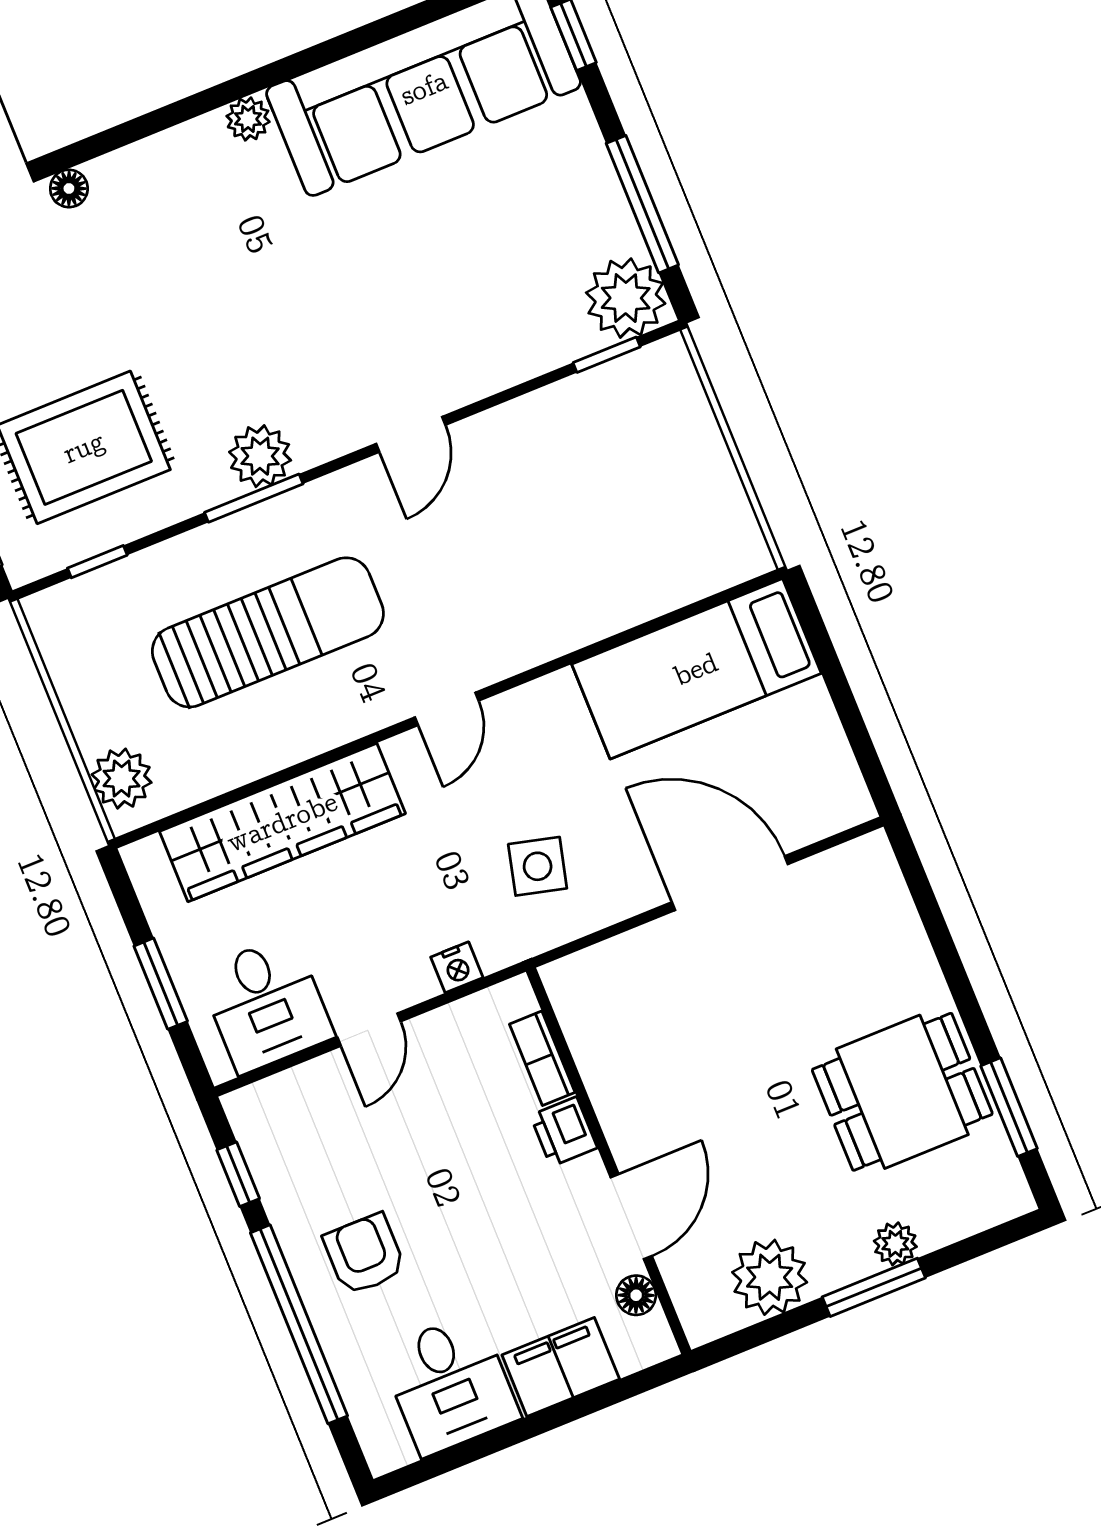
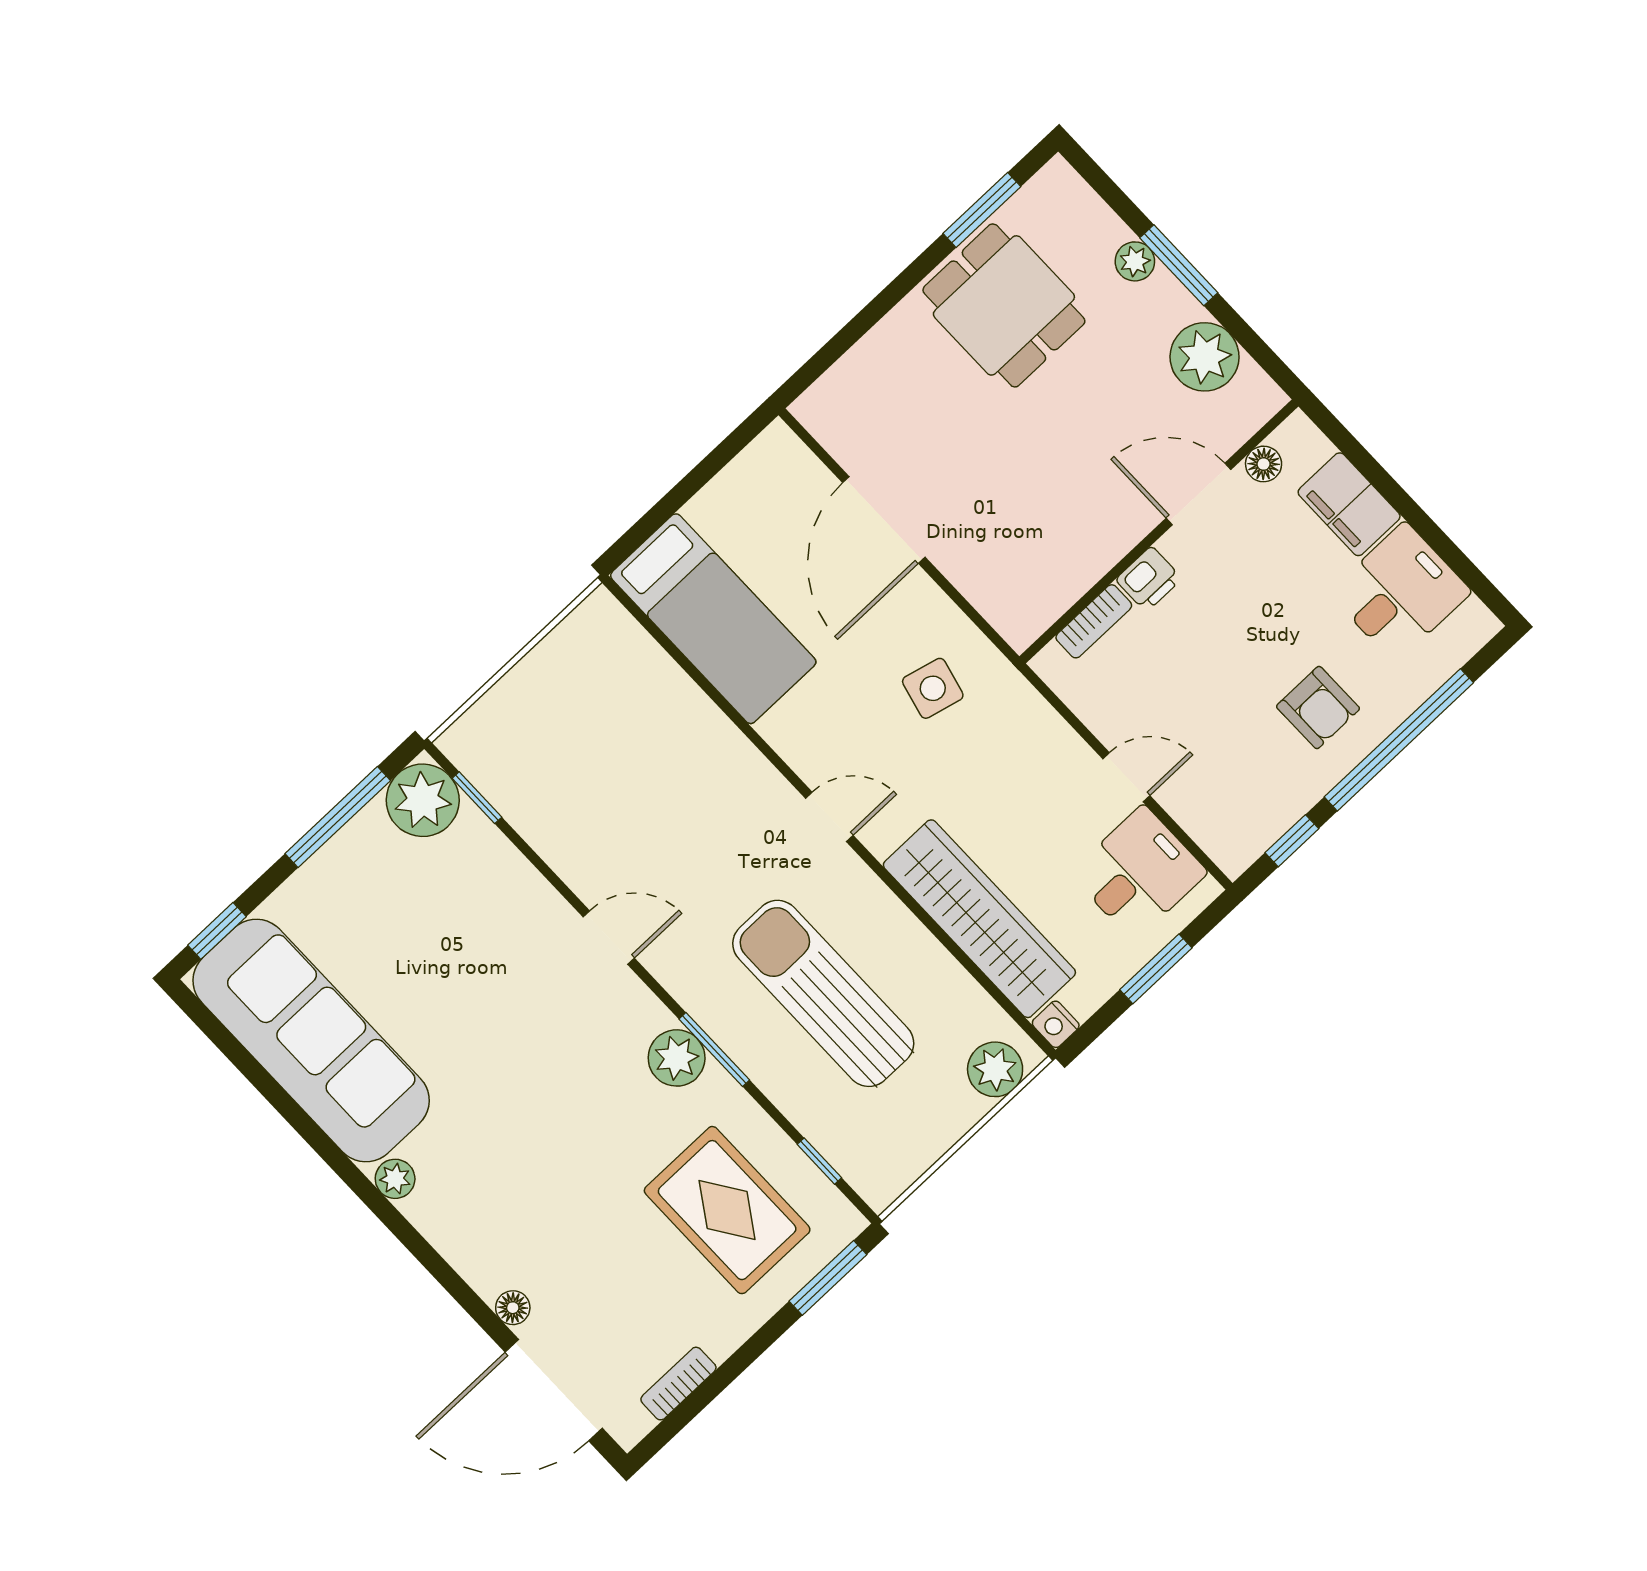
nightstand: (457, 967) -> (1056, 1024), moved, turned 180
armchair: (364, 1254) -> (1318, 708), turned -90

